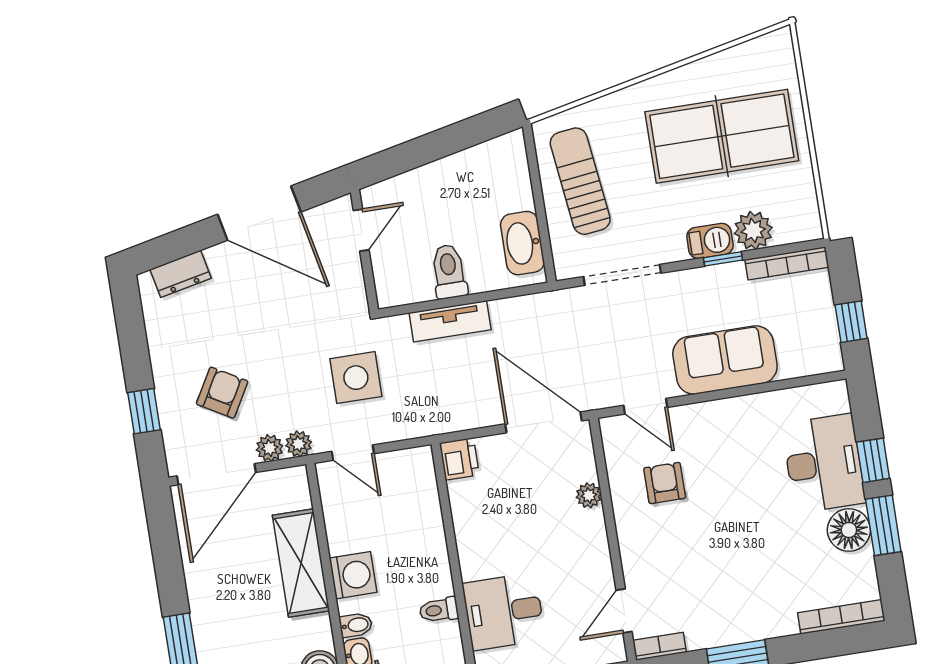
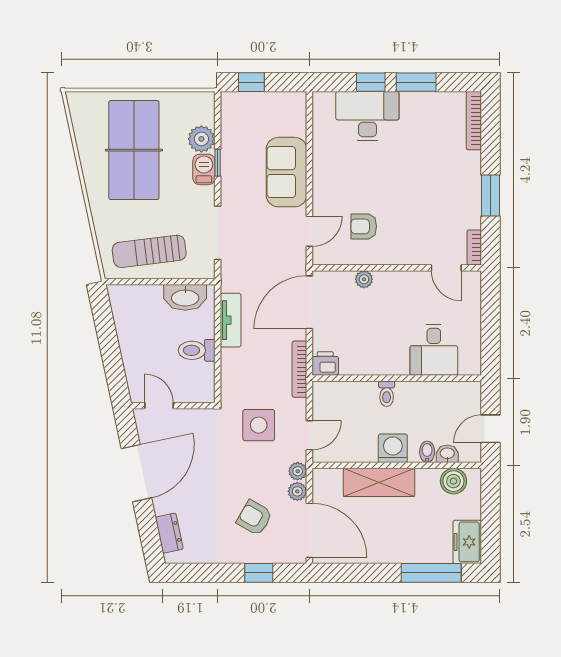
bookcase: (787, 263) -> (299, 369), moved, turned 180
tv unit: (450, 321) -> (231, 320), moved
window: (851, 322) -> (251, 82), moved
floor lamp: (849, 530) -> (416, 106), removed
toilet: (439, 610) -> (387, 394), moved

